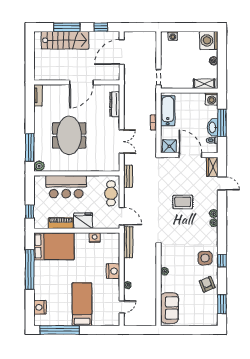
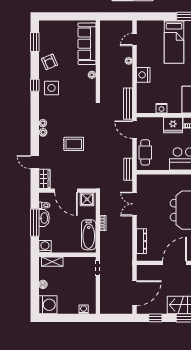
sofa: (169, 308) -> (87, 44), width x1.36

